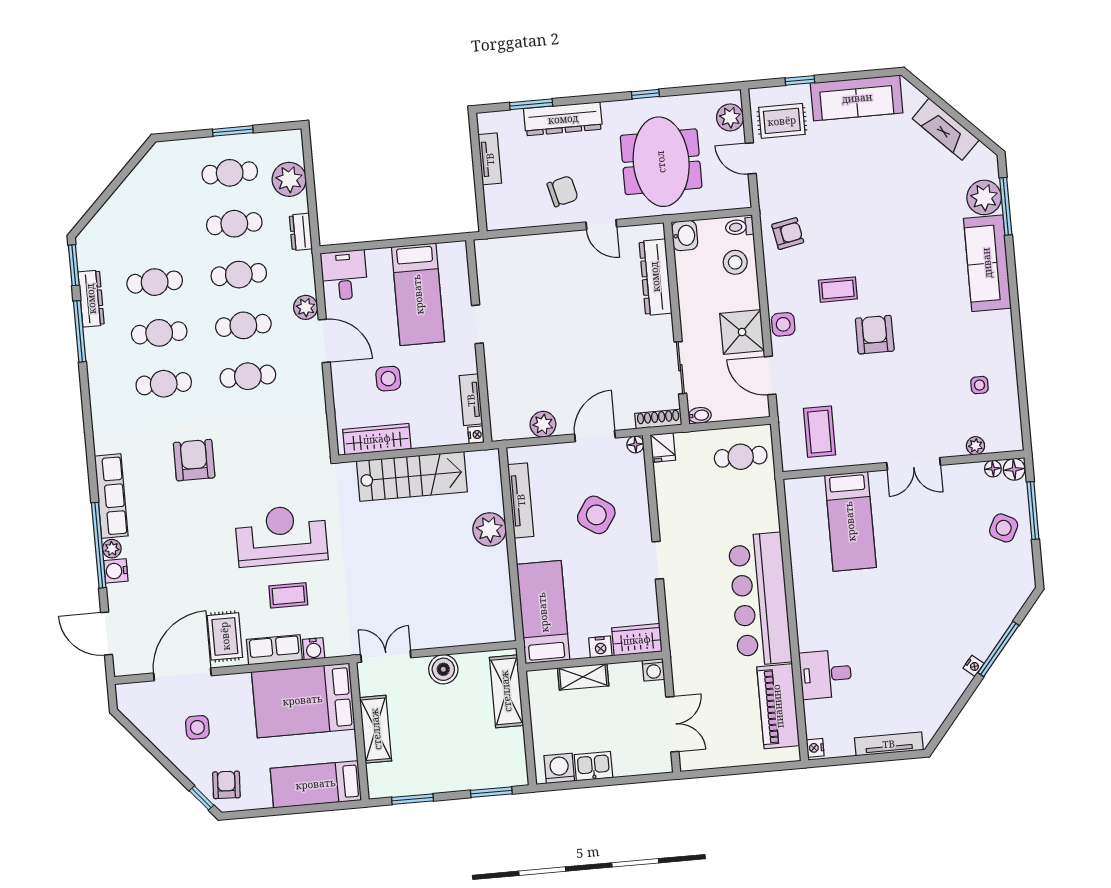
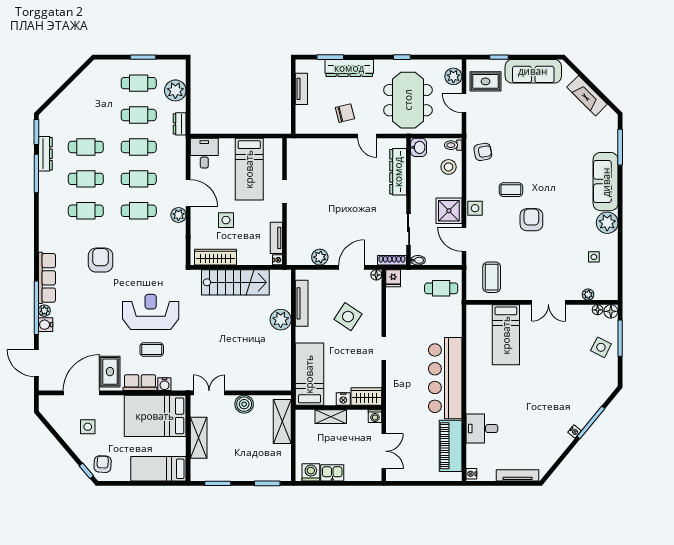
plant: (984, 197) -> (607, 223), moved
plant: (306, 307) -> (178, 215), moved

